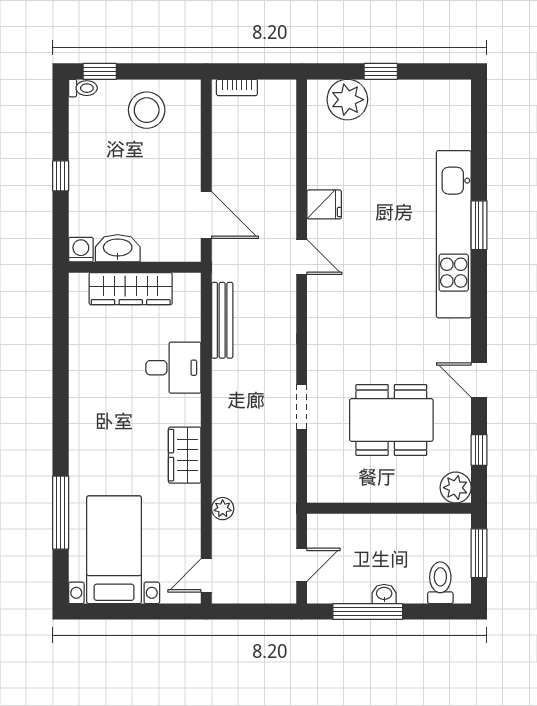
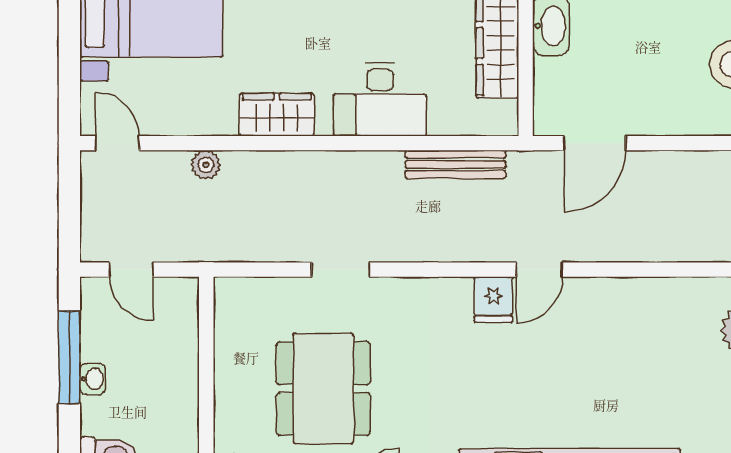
fridge: (324, 204) -> (493, 300), moved
desk: (173, 368) -> (380, 100), width x1.37

